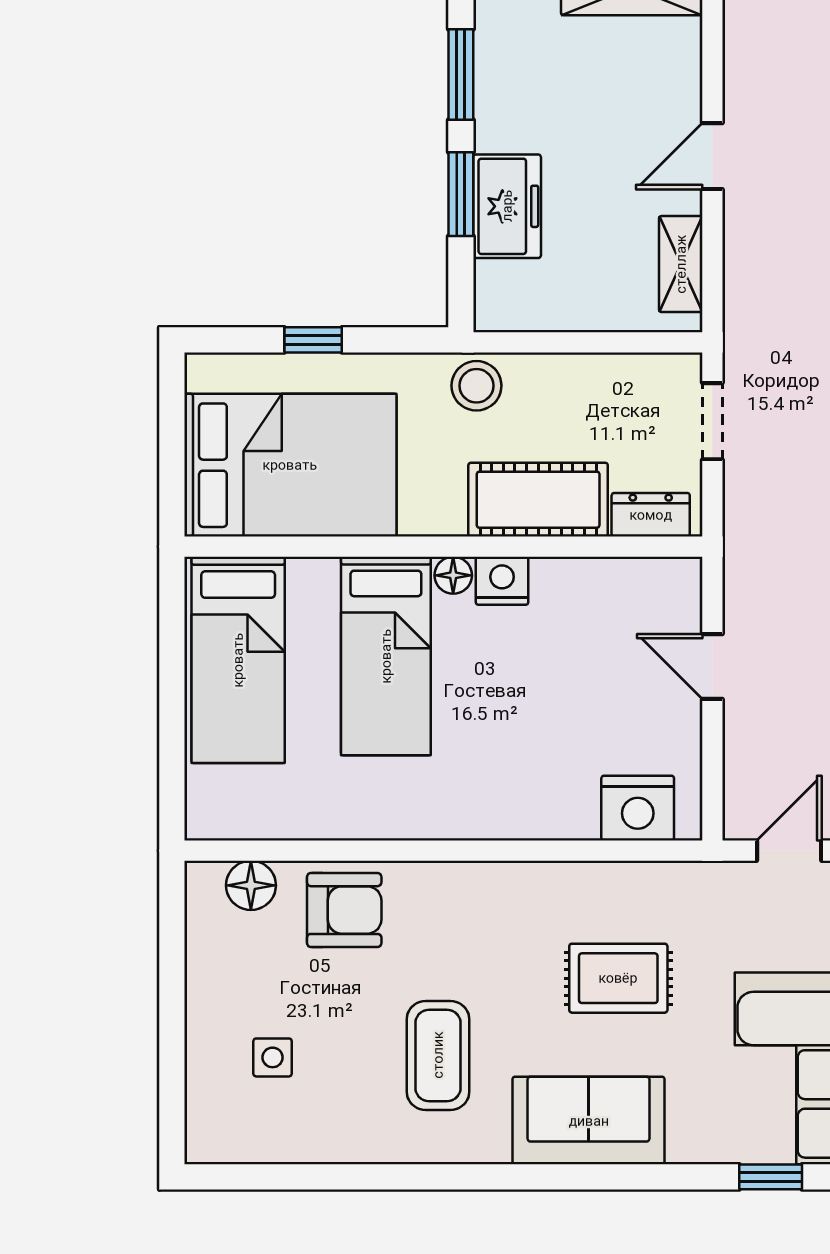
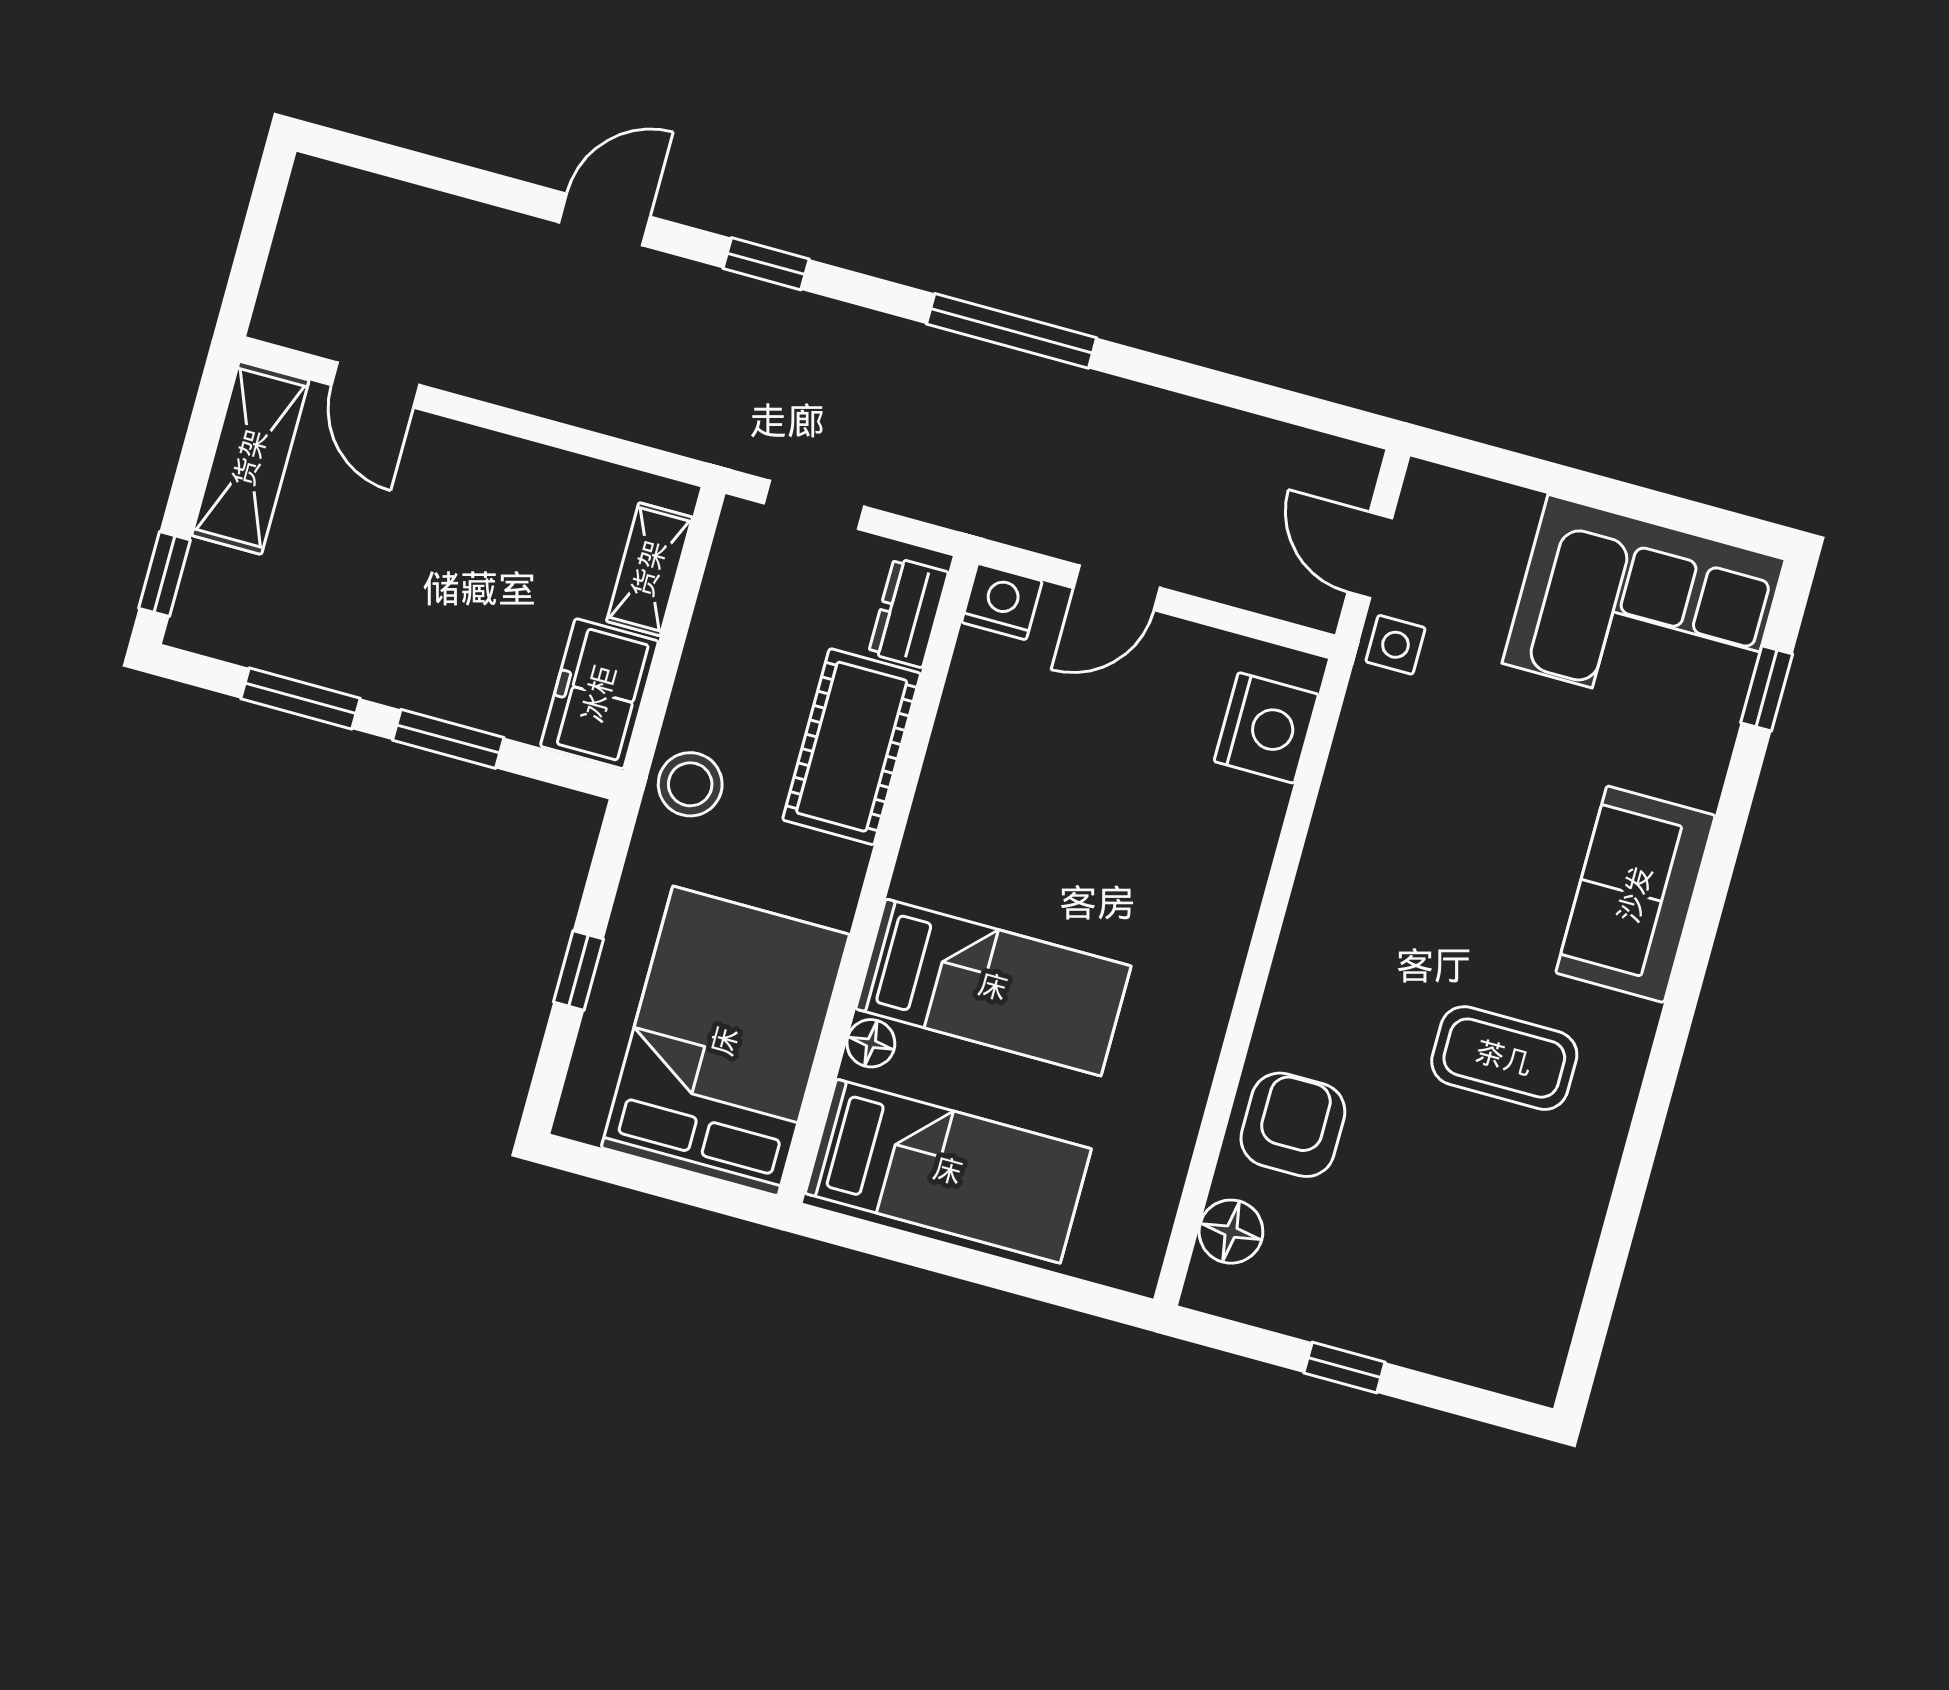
door: (712, 156) -> (375, 385), moved
freezer: (507, 206) -> (599, 694), moved, turned -90
shelving: (681, 264) -> (649, 569), moved, turned 90
floor lamp: (453, 575) -> (871, 1043), moved
nightstand: (502, 581) -> (1002, 602), moved, turned 90
rug: (618, 978) -> (1470, 809), removed
window: (172, 999) -> (1344, 1368), added
side table: (273, 1057) -> (1395, 645), moved

